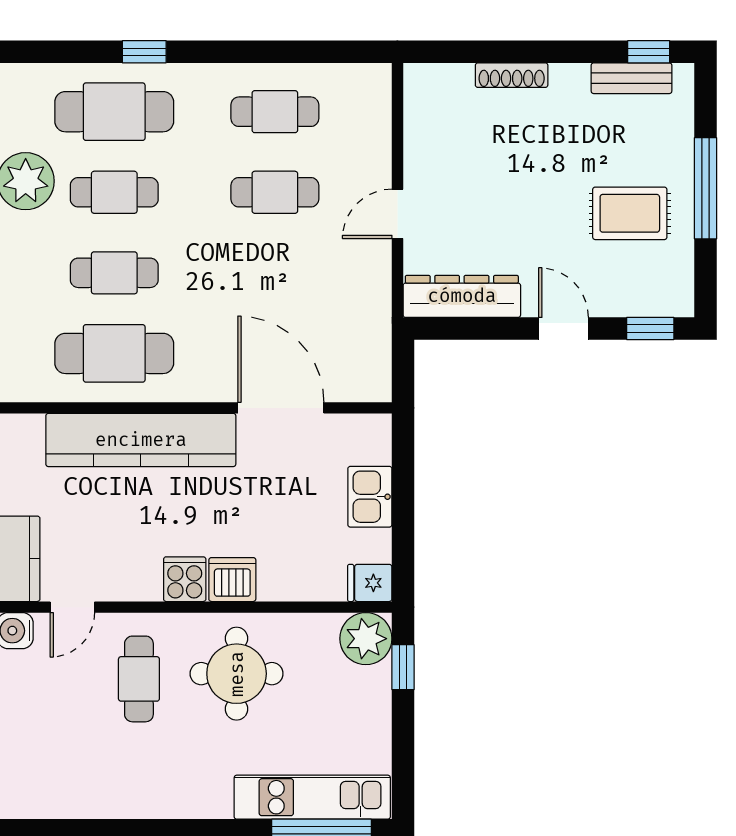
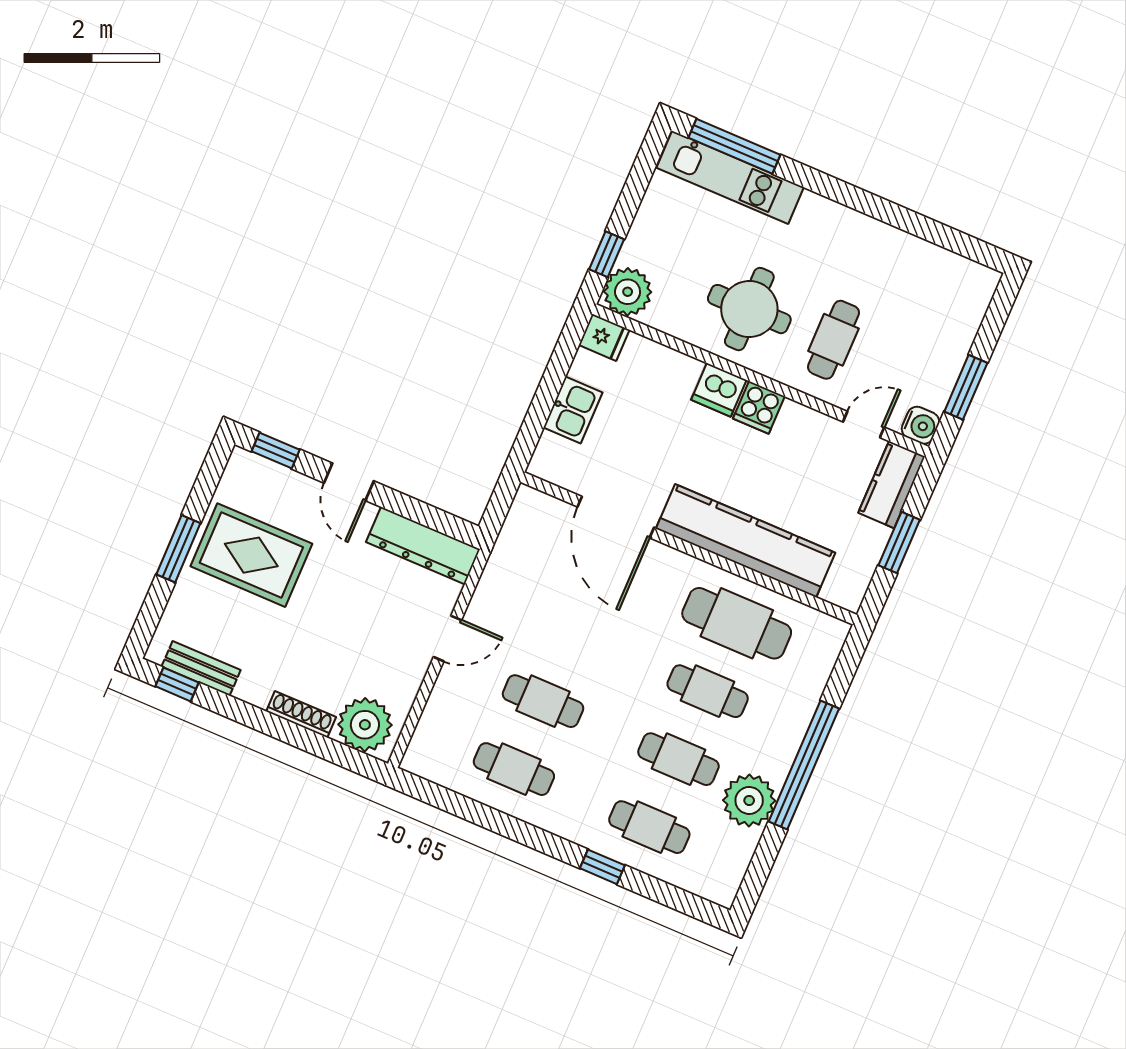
plant: (443, 92) -> (365, 725), added
cafe table: (114, 112) -> (649, 827), width x0.73, depth x0.74
window: (706, 188) -> (178, 549), width x0.69
rug: (630, 213) -> (251, 555), width x1.36, depth x1.43

